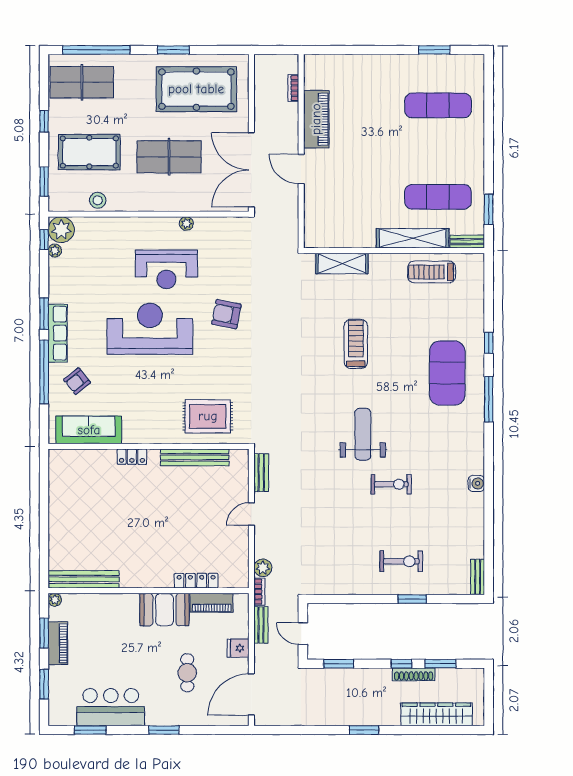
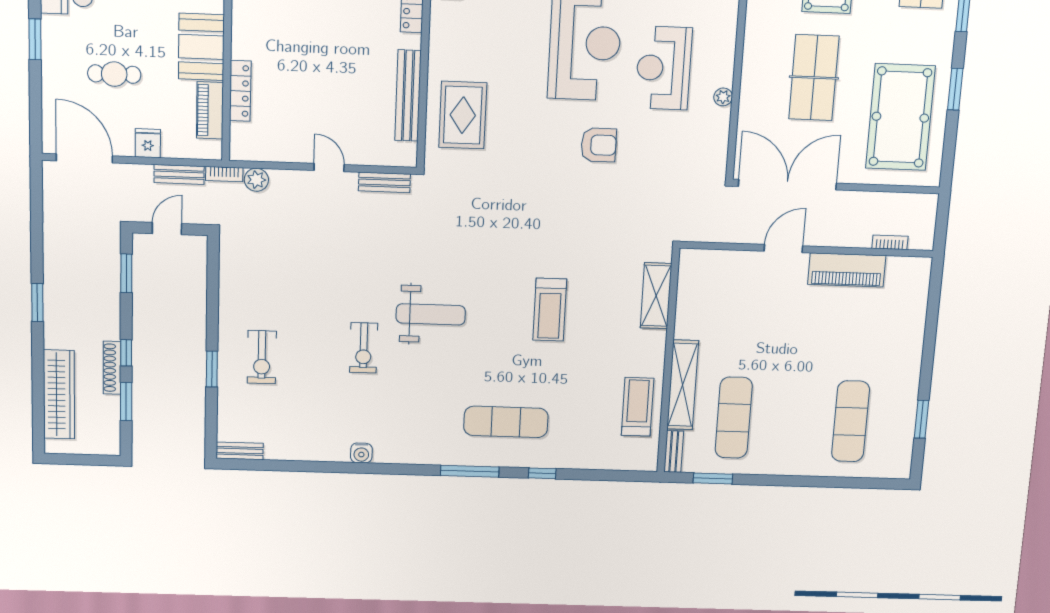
armchair: (226, 314) -> (599, 145), turned 79
treadmill: (356, 344) -> (550, 310), turned 90
exercise mat: (447, 373) -> (506, 422), width x0.68

